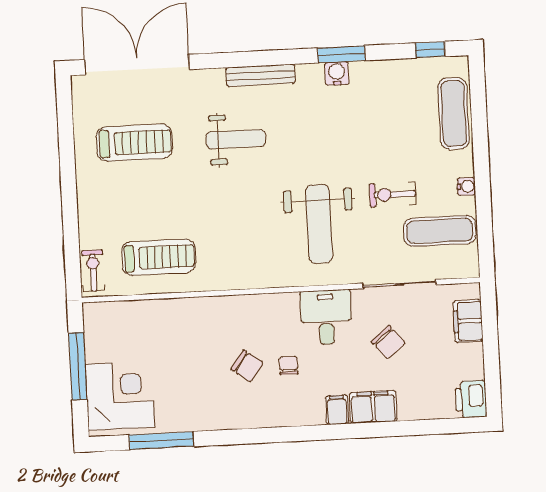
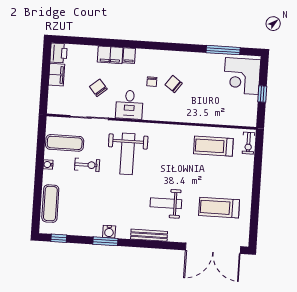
weight bench: (319, 224) -> (127, 154), turned 180
filing cabinet: (468, 321) -> (57, 75), moved
window: (78, 366) -> (262, 94), width x0.46

